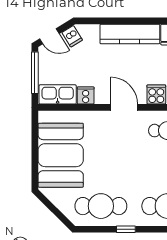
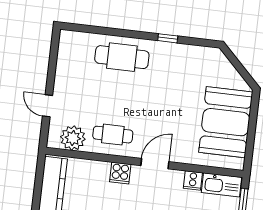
door: (124, 107) -> (155, 164), swing flipped
cafe table: (101, 206) -> (191, 65), removed

